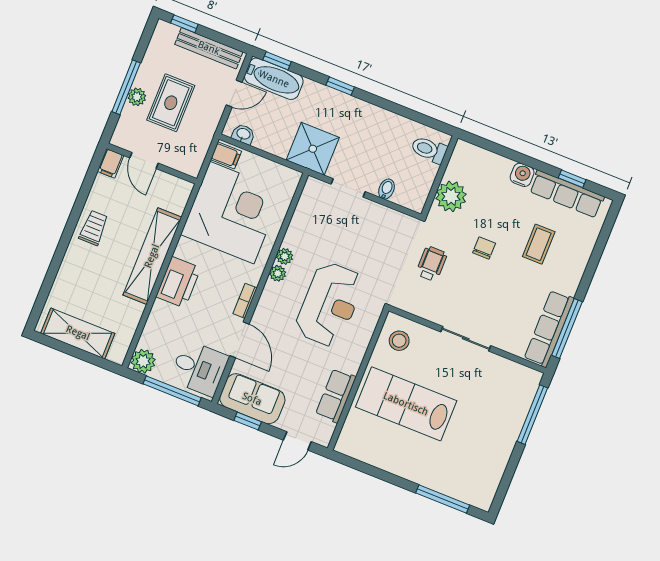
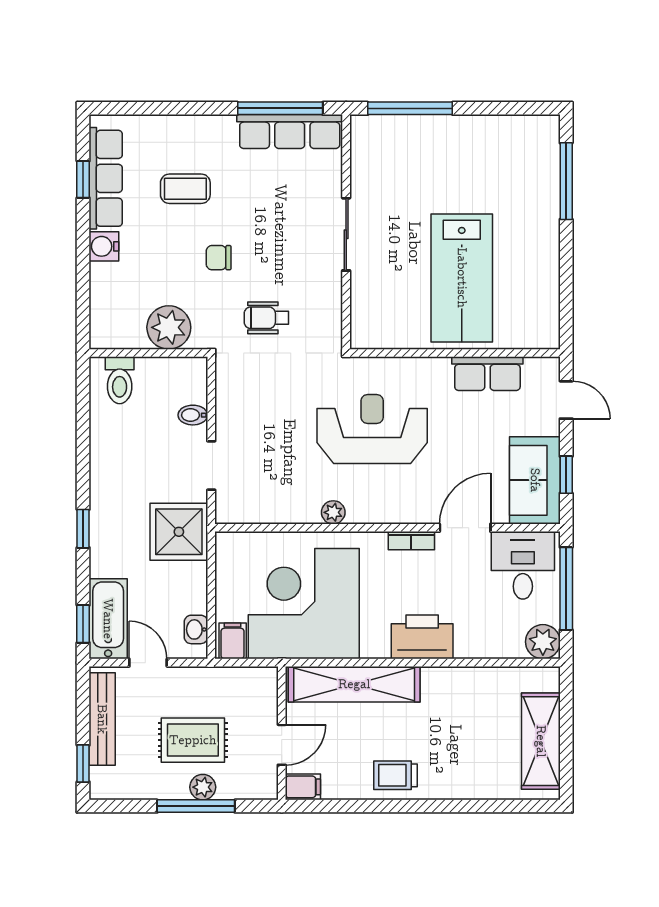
shelving: (152, 256) -> (354, 684), moved
plant: (278, 273) -> (359, 513), removed
stool: (399, 341) -> (383, 320), removed

